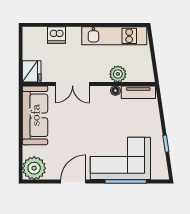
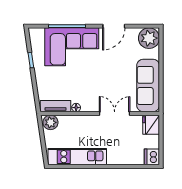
dishwasher: (56, 35) -> (152, 157), moved, turned -90
plant: (118, 74) -> (50, 122), moved

